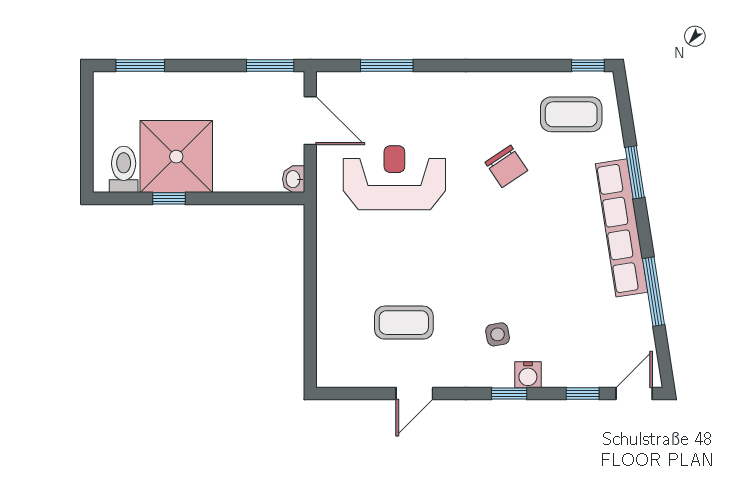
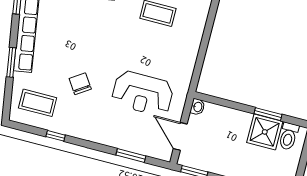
window: (588, 65) -> (56, 136), moved
shower: (176, 157) -> (265, 132), width x0.73, depth x0.73
window: (169, 198) -> (268, 114), width x1.50

